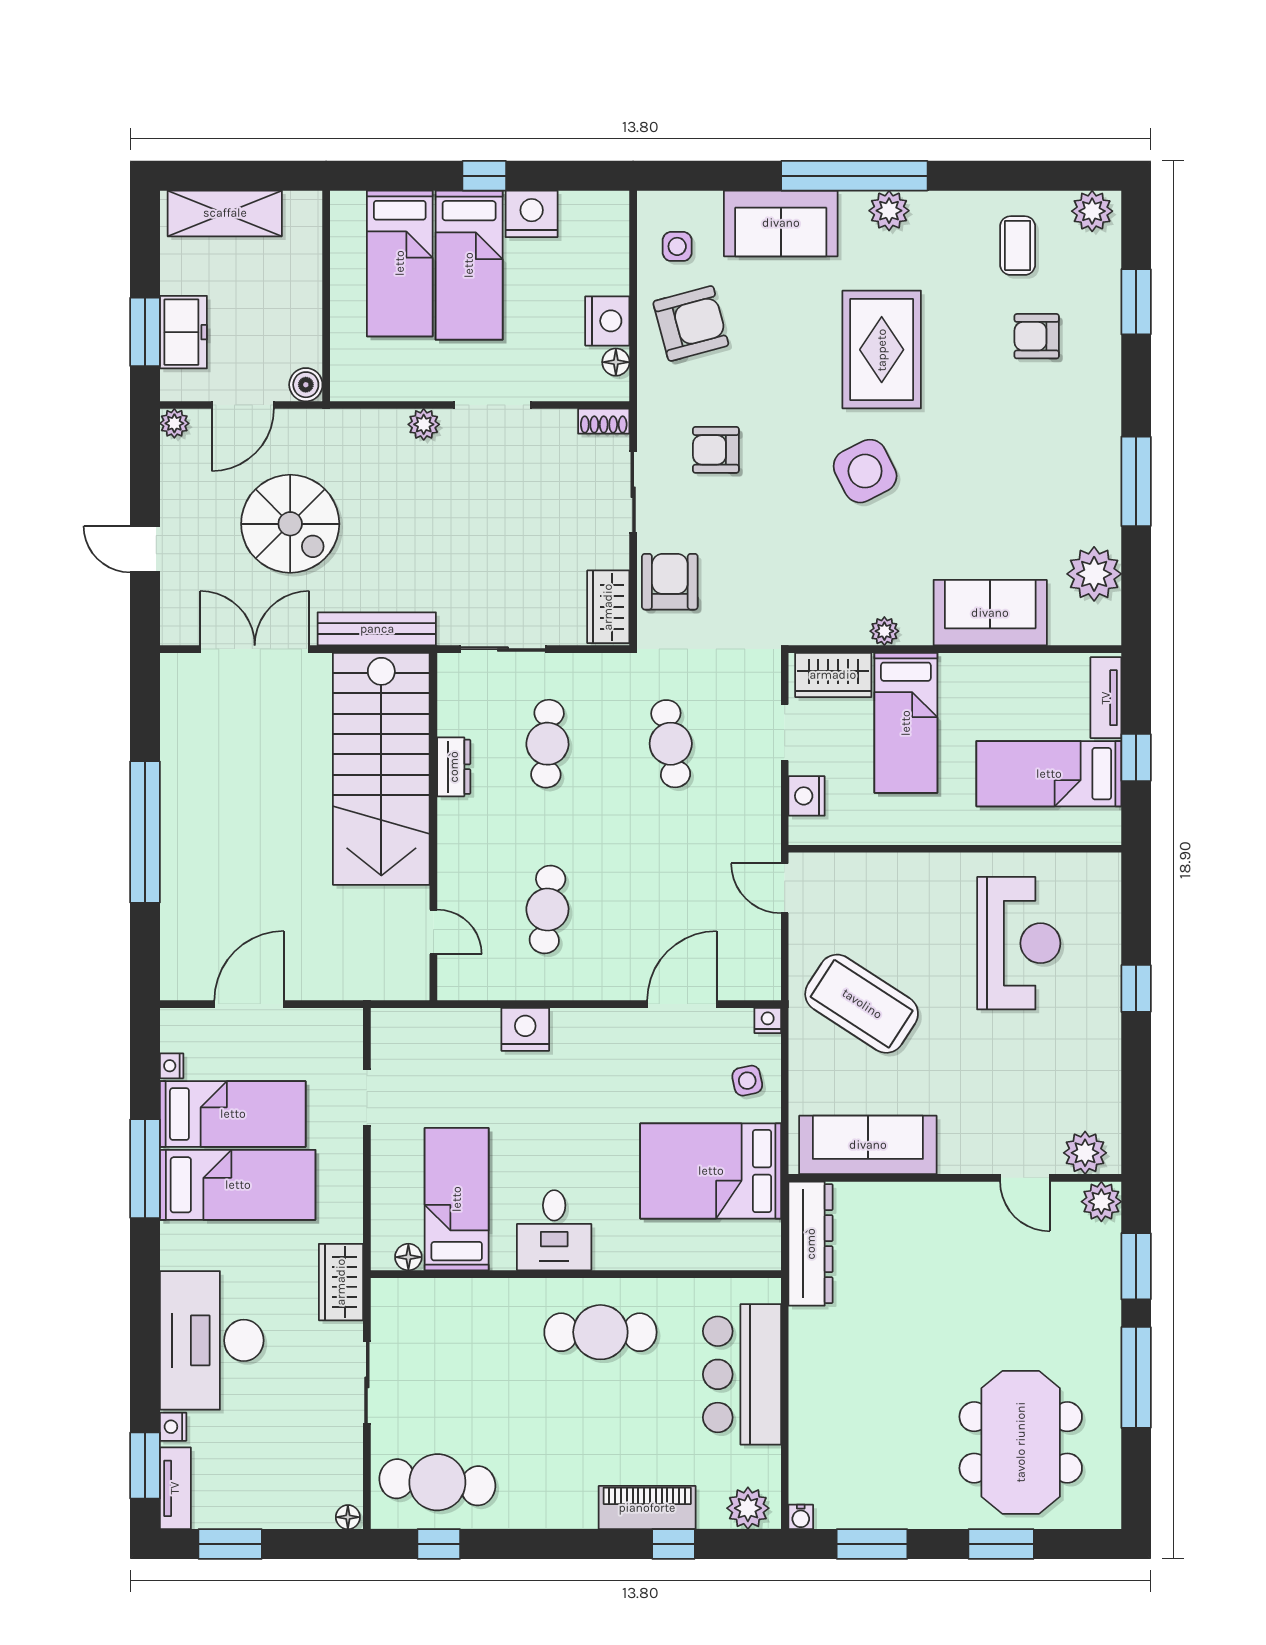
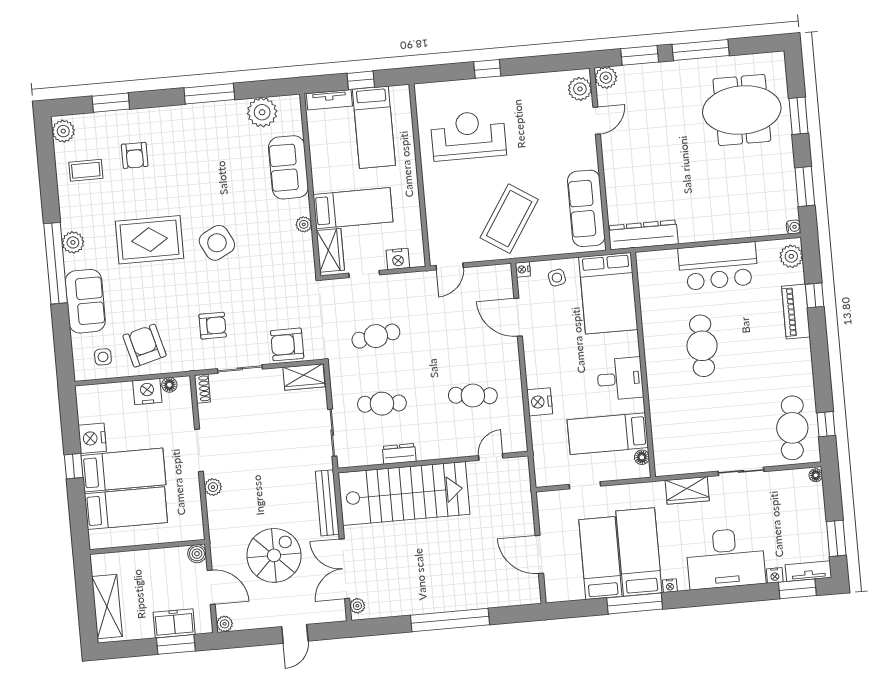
armchair: (716, 450) -> (213, 326), turned -90
plant: (186, 667) -> (357, 606), added
nightstand: (172, 1066) -> (670, 586), moved
bed: (457, 1199) -> (608, 434), moved
desk: (554, 1230) -> (620, 379), moved
floor lamp: (408, 1257) -> (642, 457), moved
wall: (576, 1274) -> (643, 365), moved

